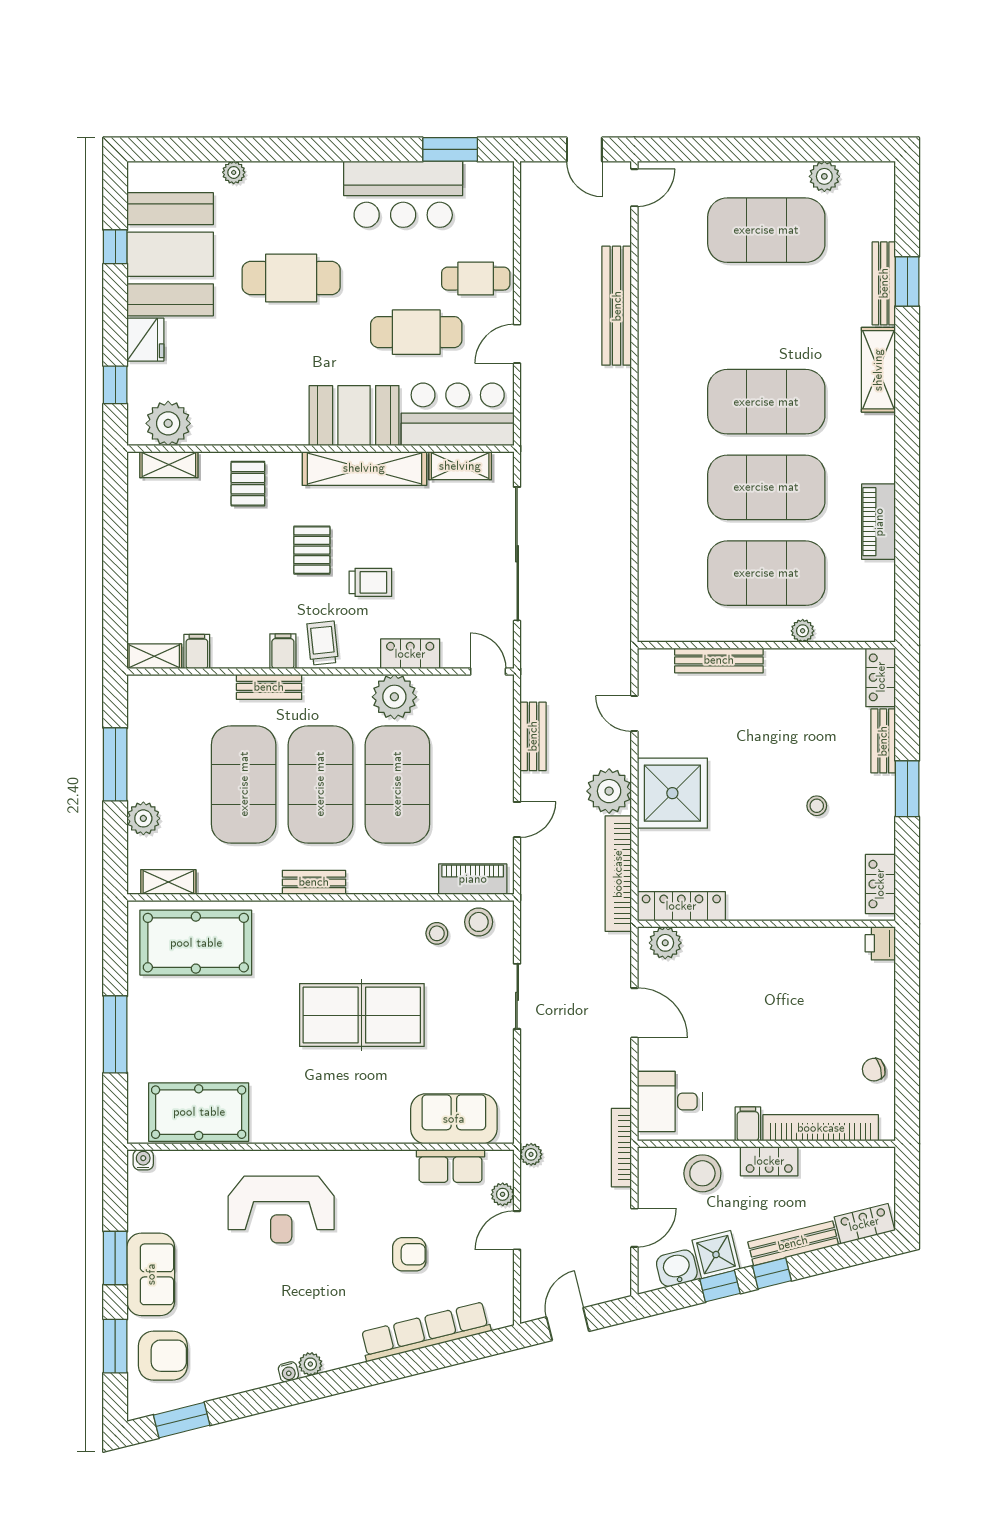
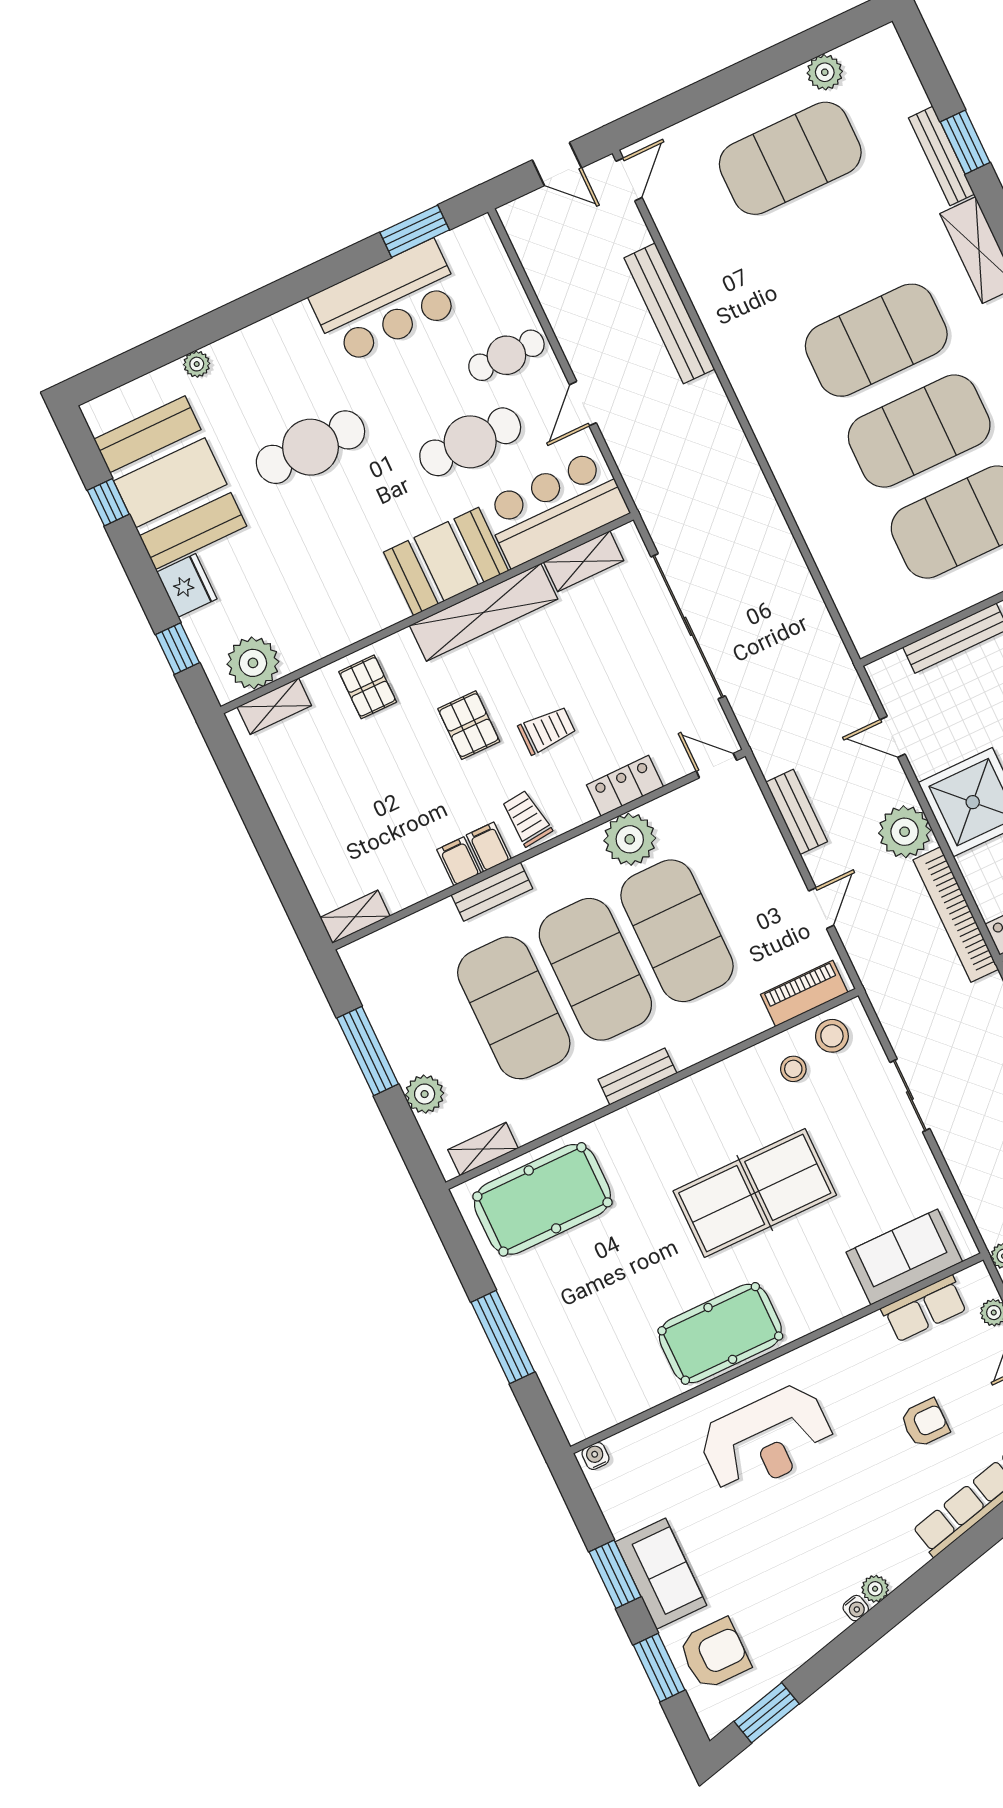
filing cabinet: (197, 651) -> (459, 861), moved
pool table: (199, 1112) -> (720, 1333), moved

